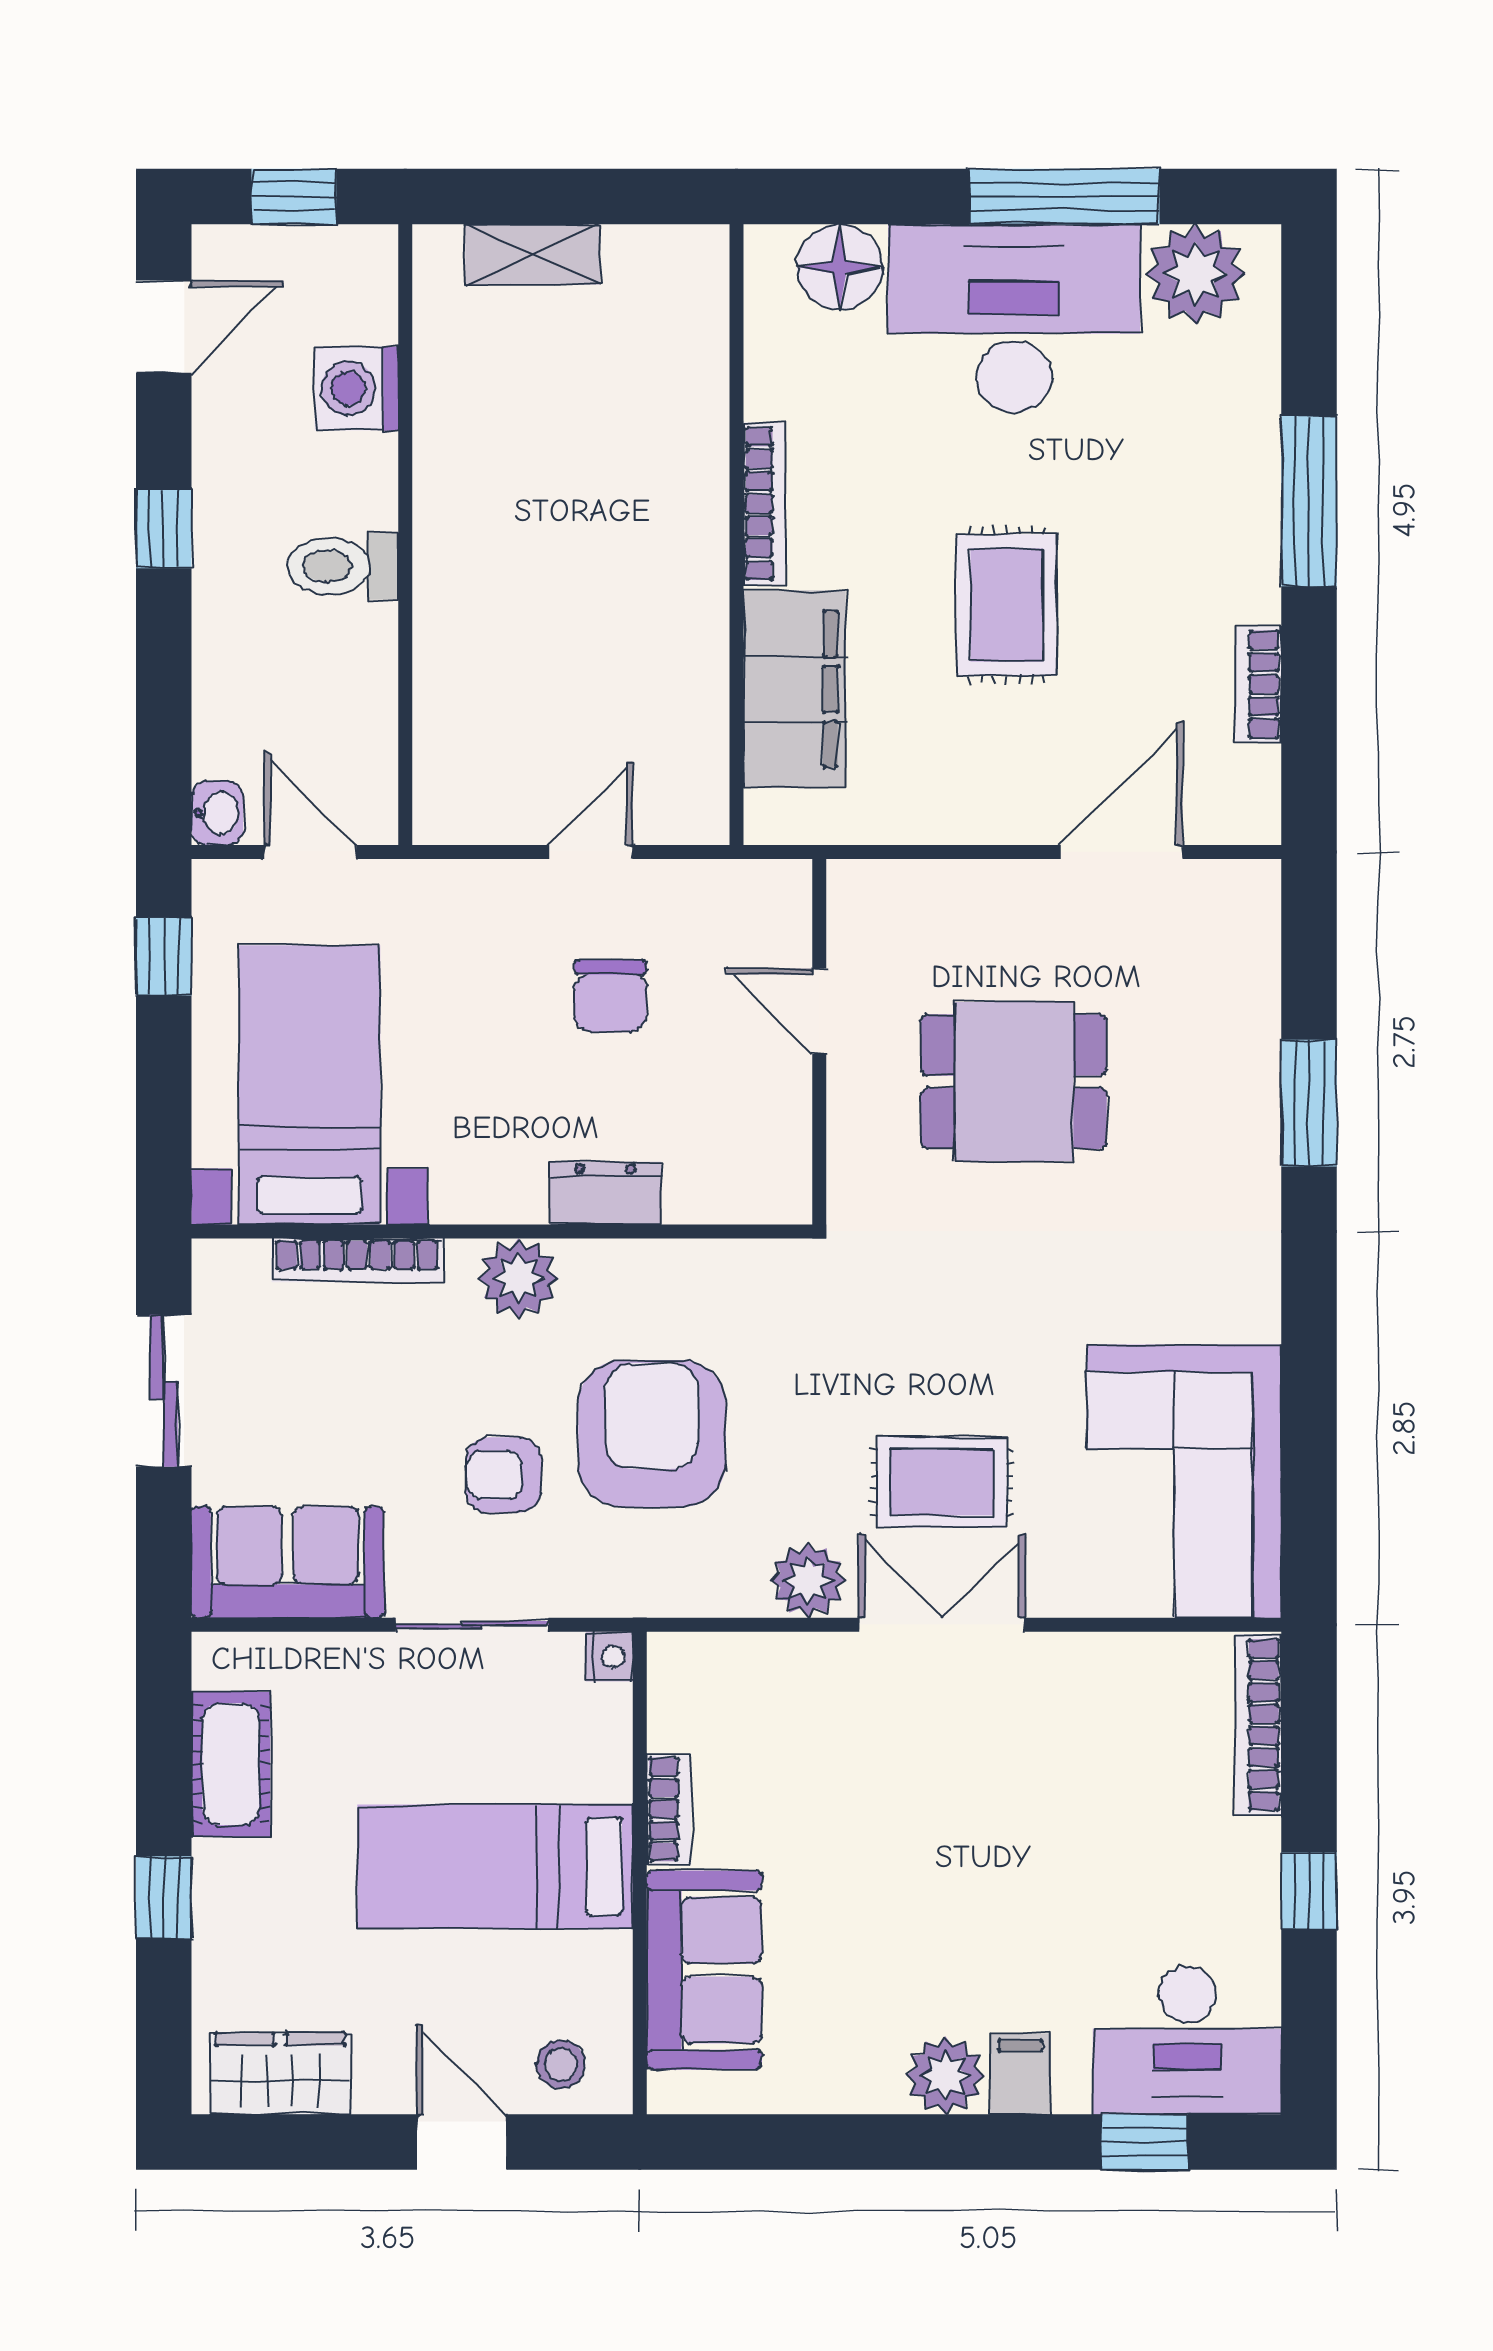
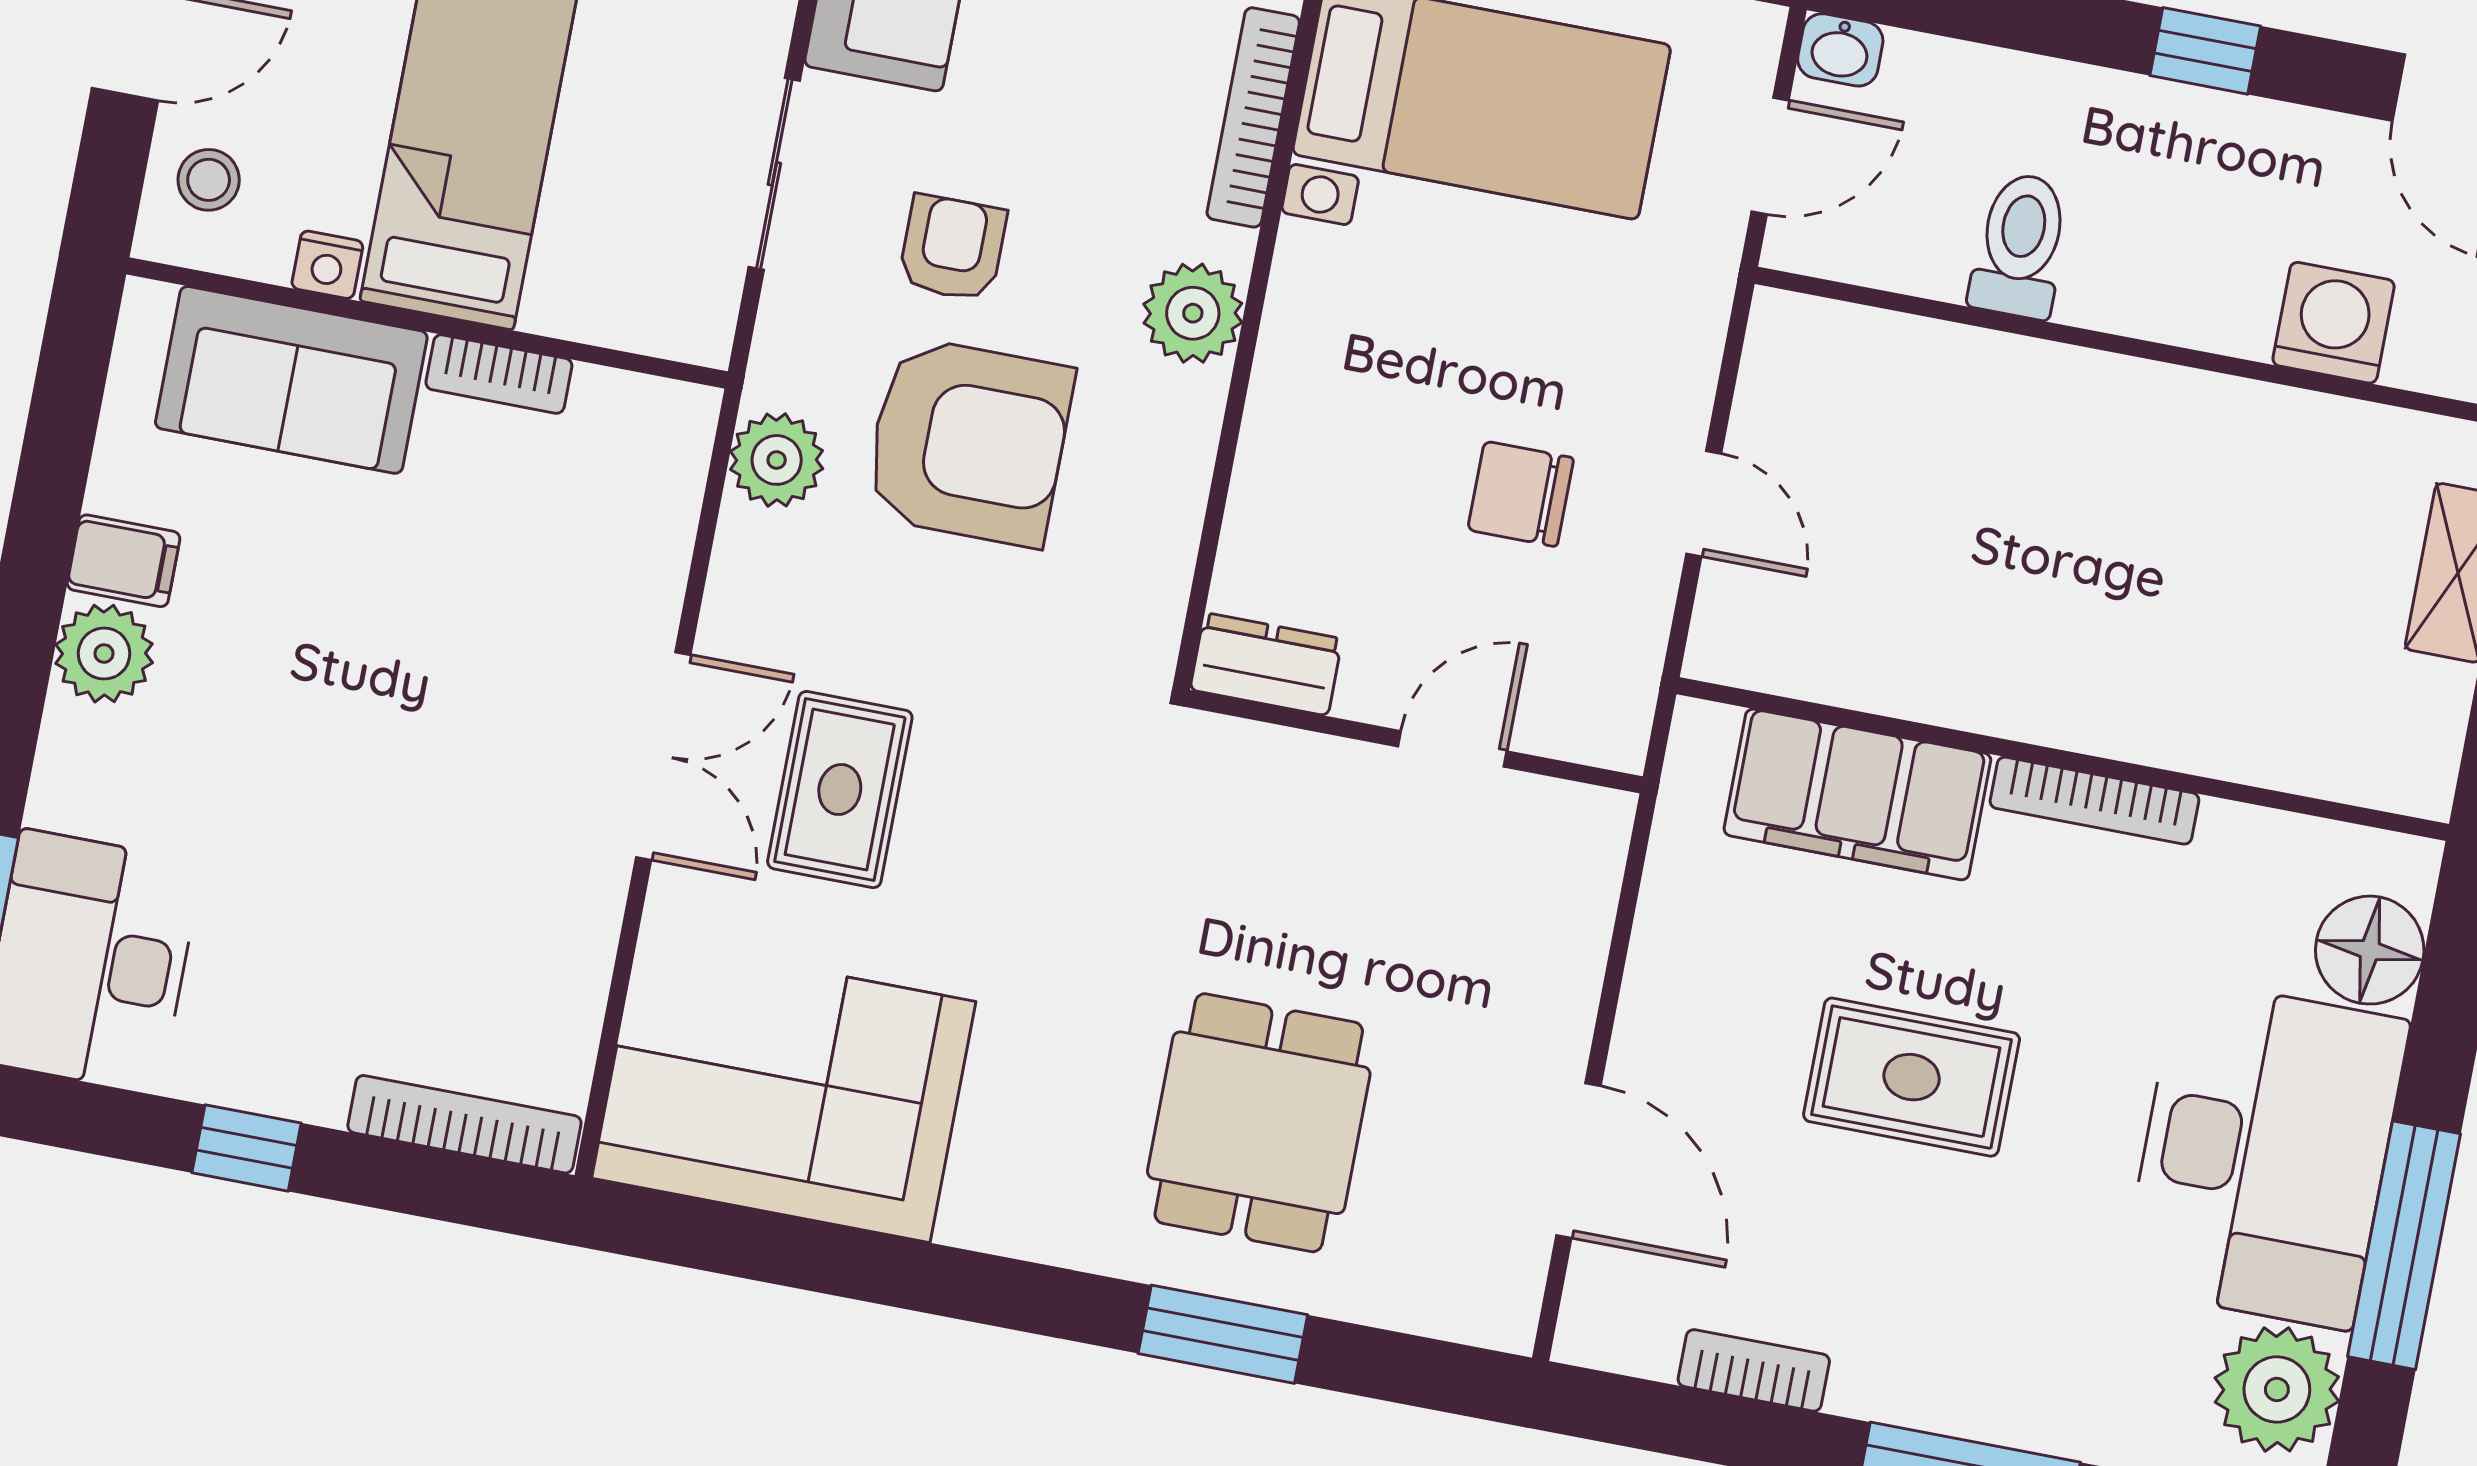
toilet: (343, 566) -> (2020, 245), moved
dining table: (1014, 1082) -> (1259, 1123), moved
dresser: (605, 1193) -> (1266, 664), moved, turned -90
plant: (808, 1580) -> (777, 460), moved
nightstand: (609, 1657) -> (327, 265), moved
filing cabinet: (1020, 2074) -> (124, 561), moved

